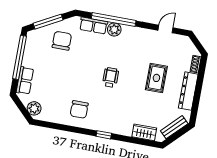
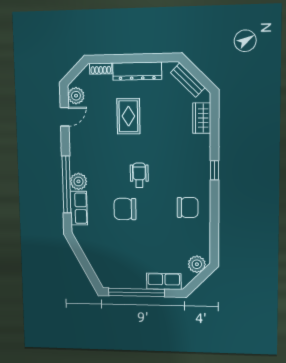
window: (48, 22) -> (86, 265), removed
door: (165, 29) -> (65, 117), swing flipped
chair: (62, 41) -> (125, 209), moved
plant: (179, 41) -> (76, 96), added
wheelchair: (111, 77) -> (139, 175), turned 90
rug: (156, 78) -> (128, 116), turned 90

